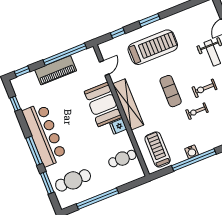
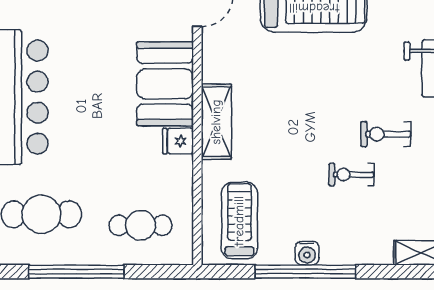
exercise mat: (171, 91) -> (314, 112), removed
shelving: (128, 104) -> (216, 122), width x0.68
cafe table: (122, 159) -> (141, 225), moved

